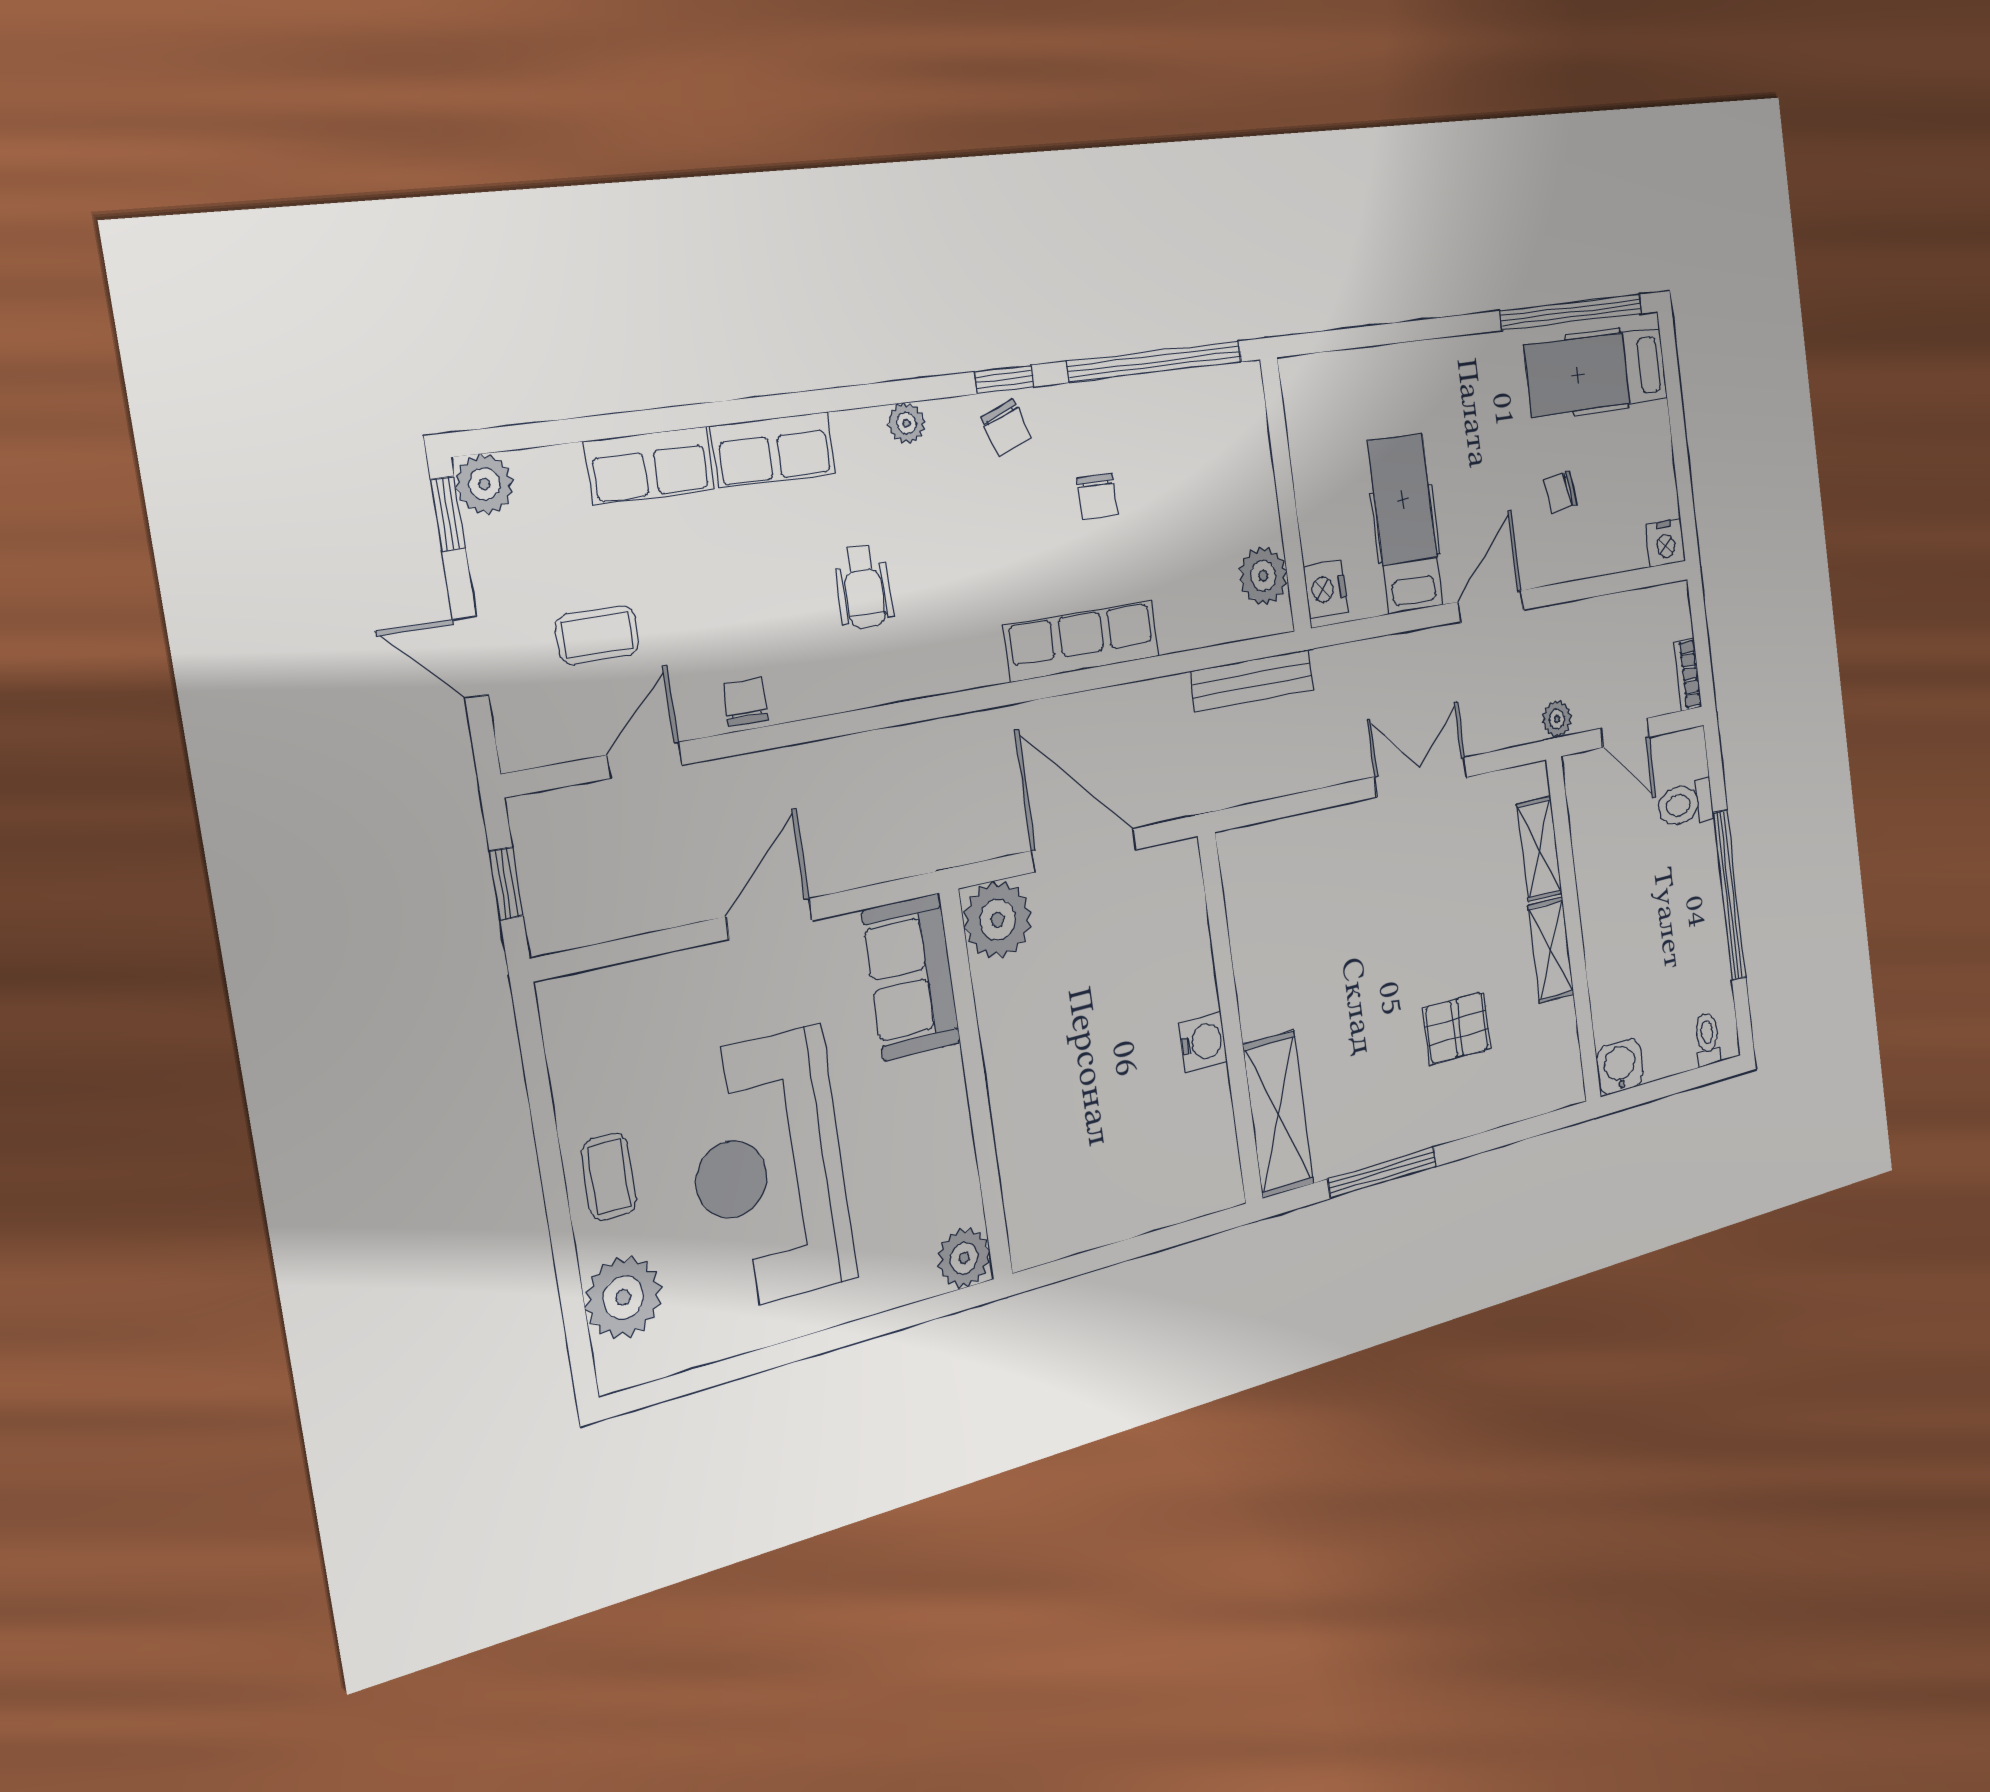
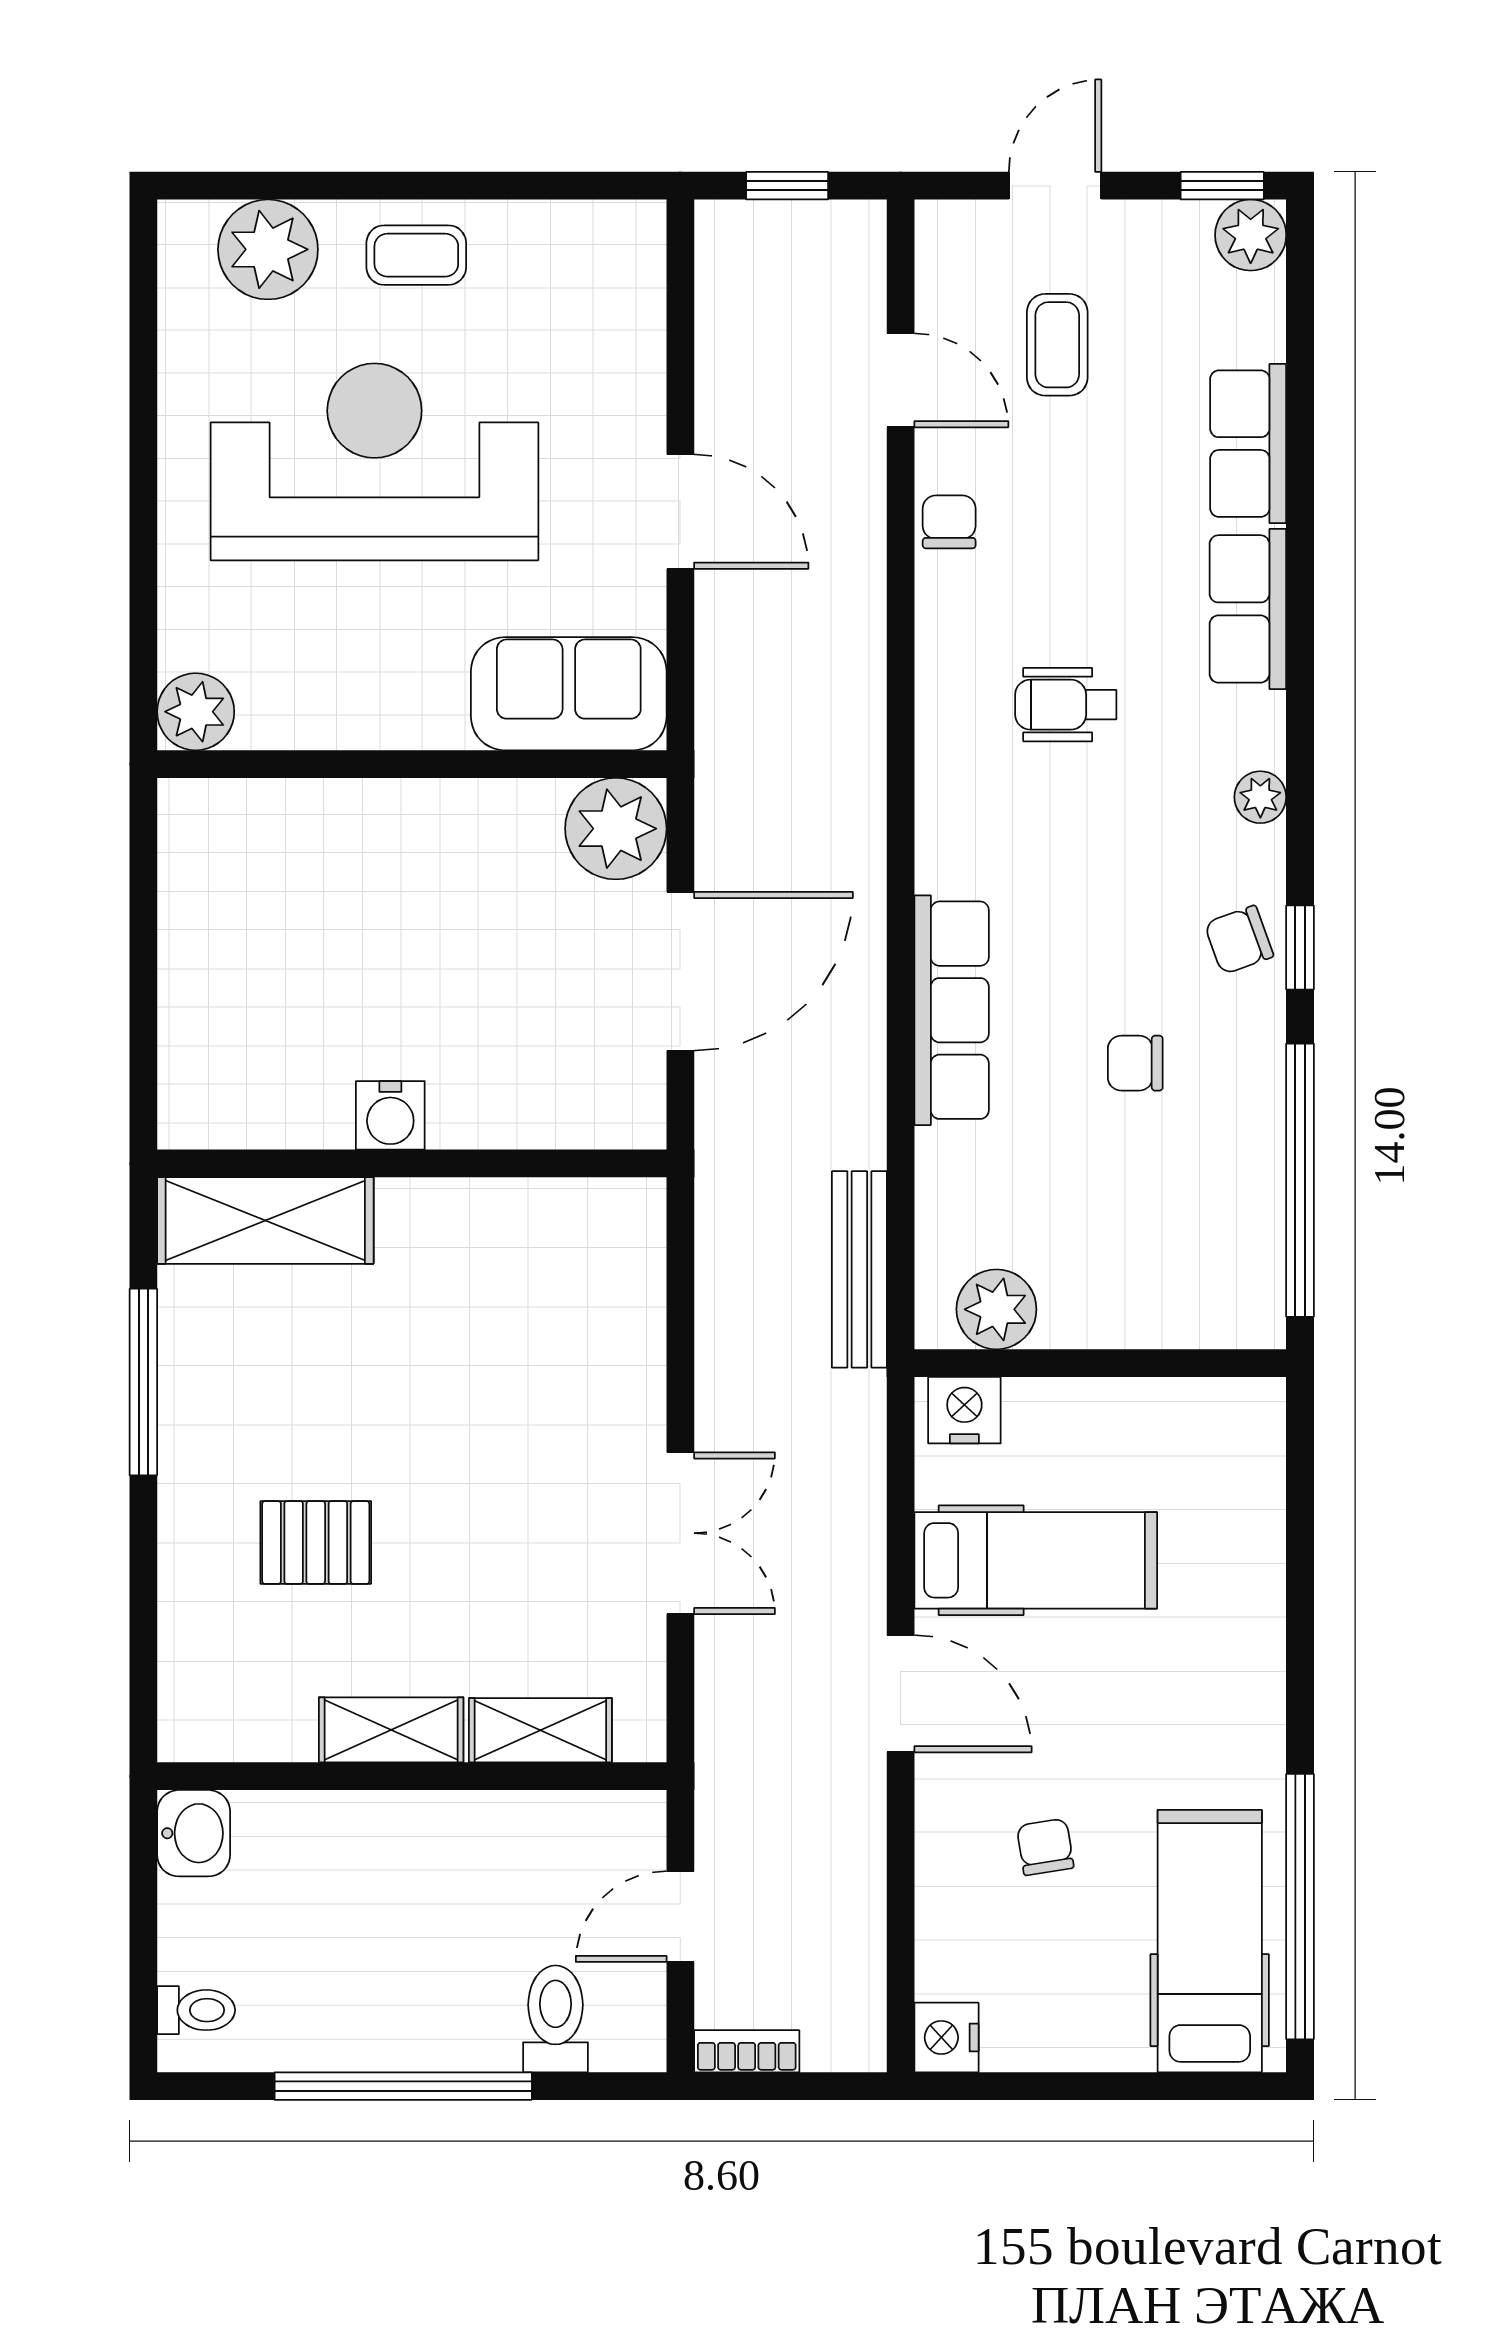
chair: (745, 702) -> (949, 522), turned -90
plant: (1557, 719) -> (721, 1791), removed
pallet: (1457, 1028) -> (316, 1542), turned 90

